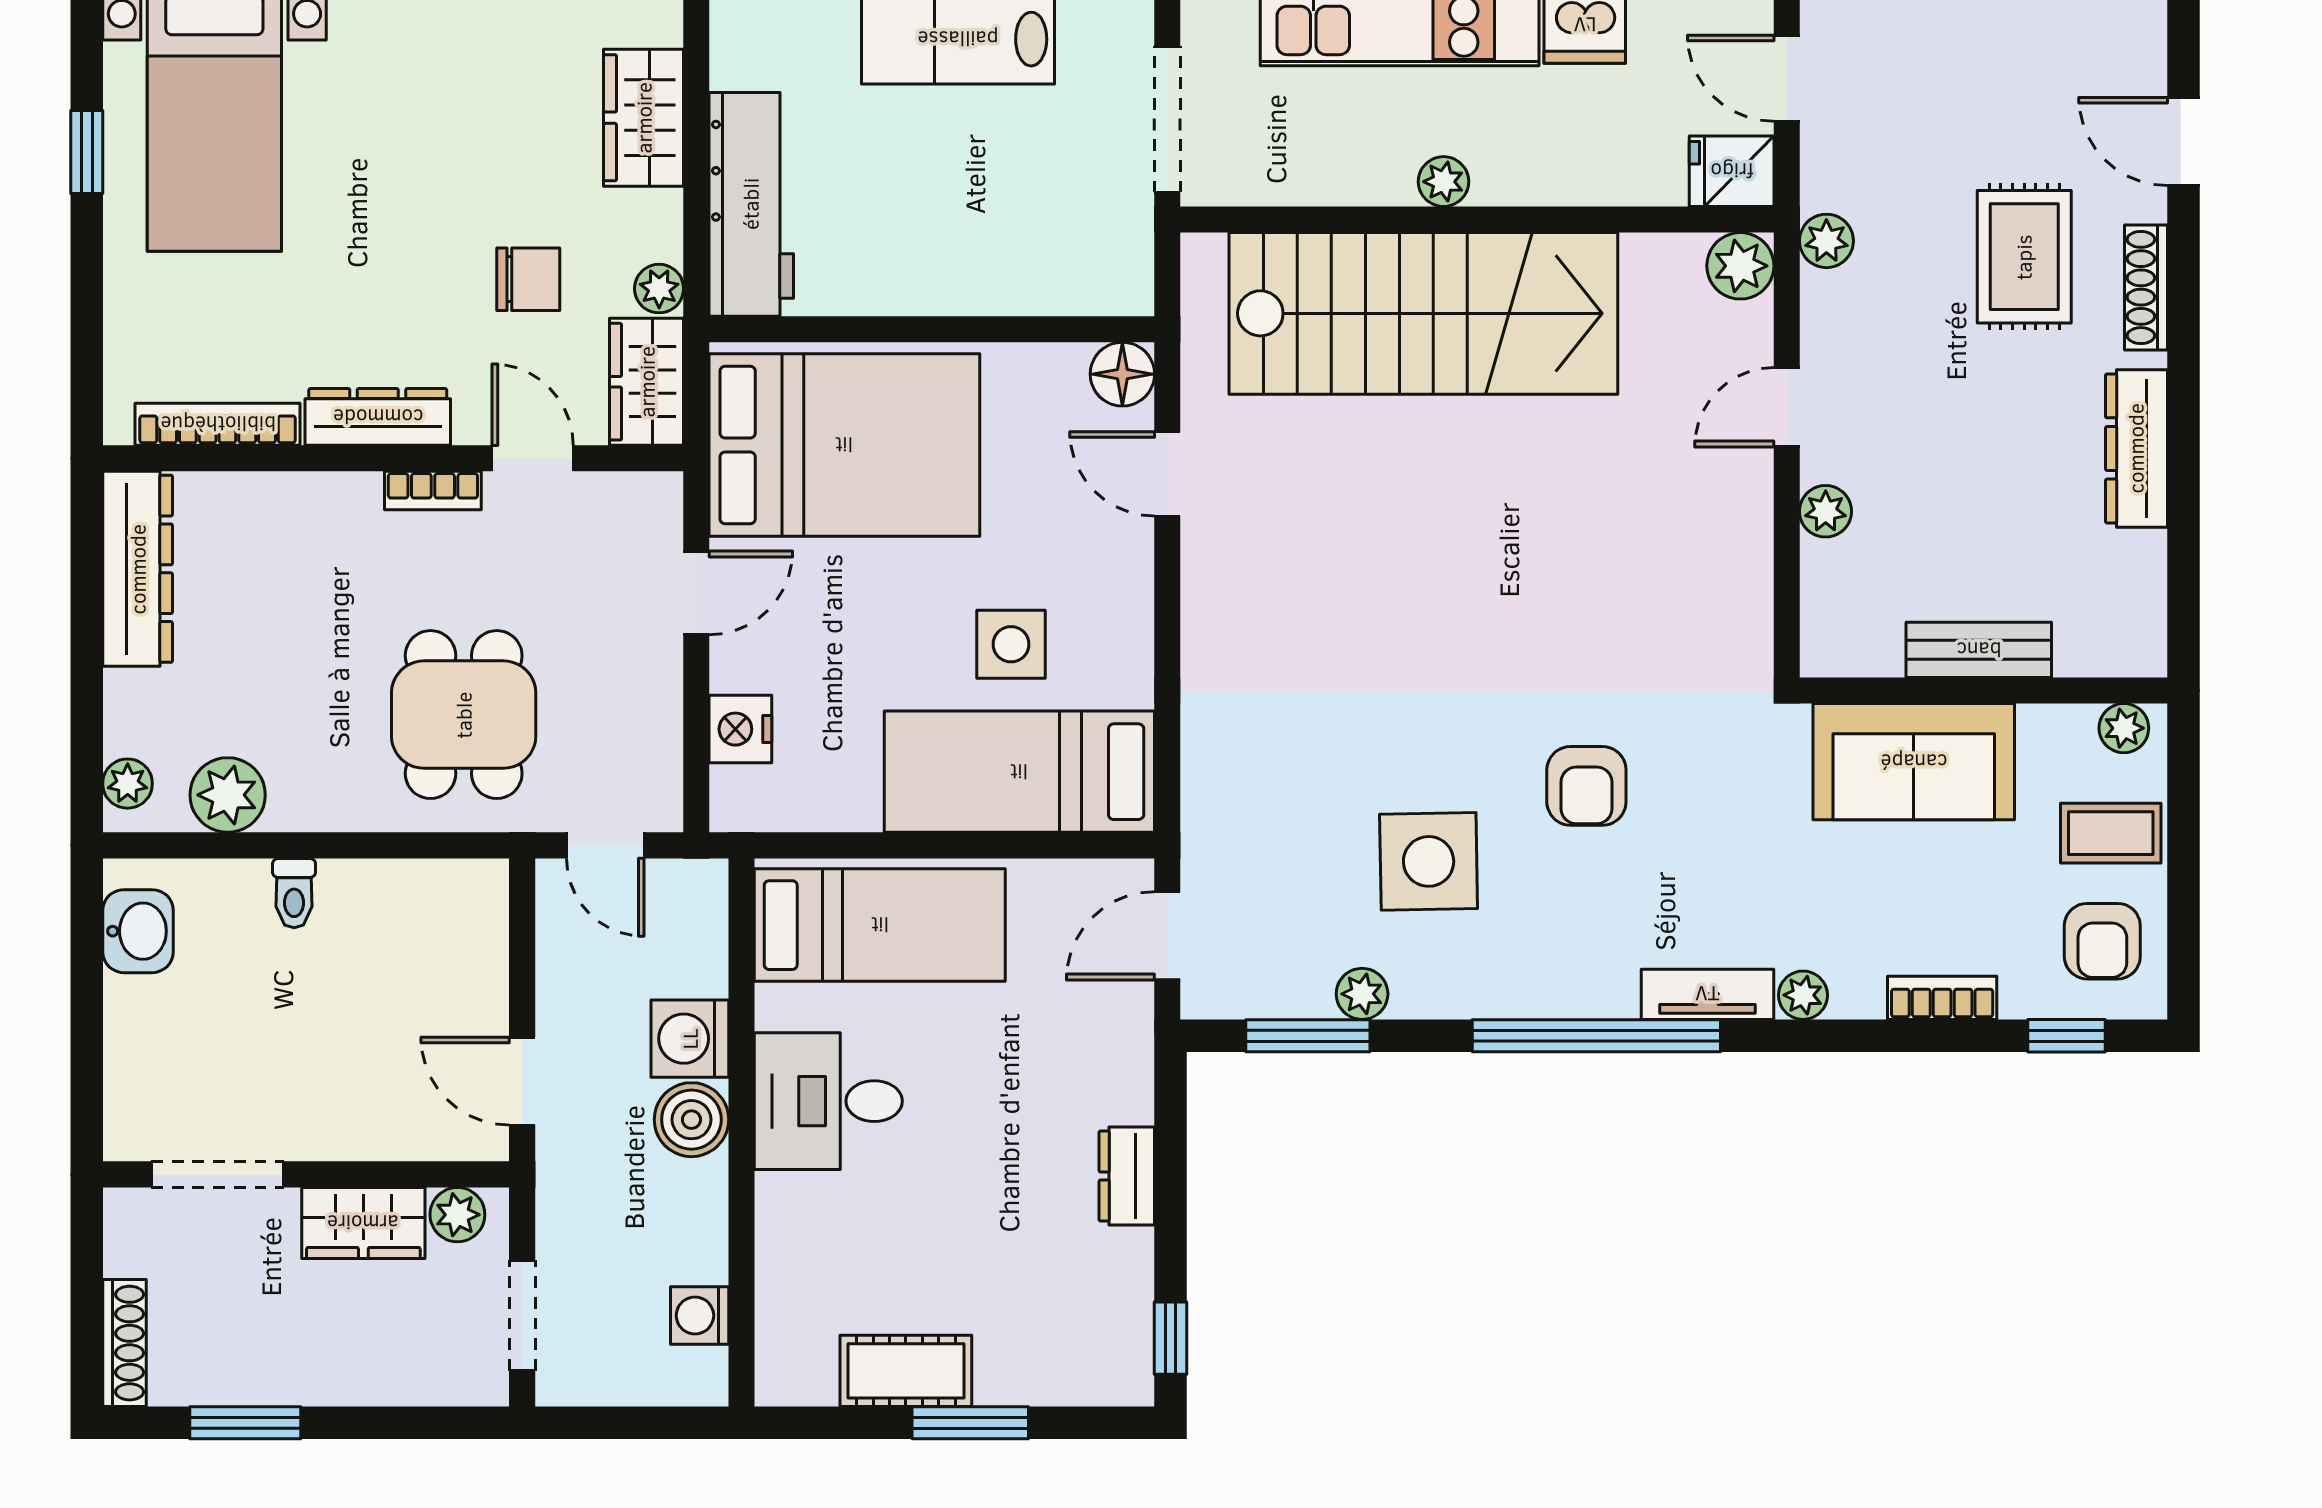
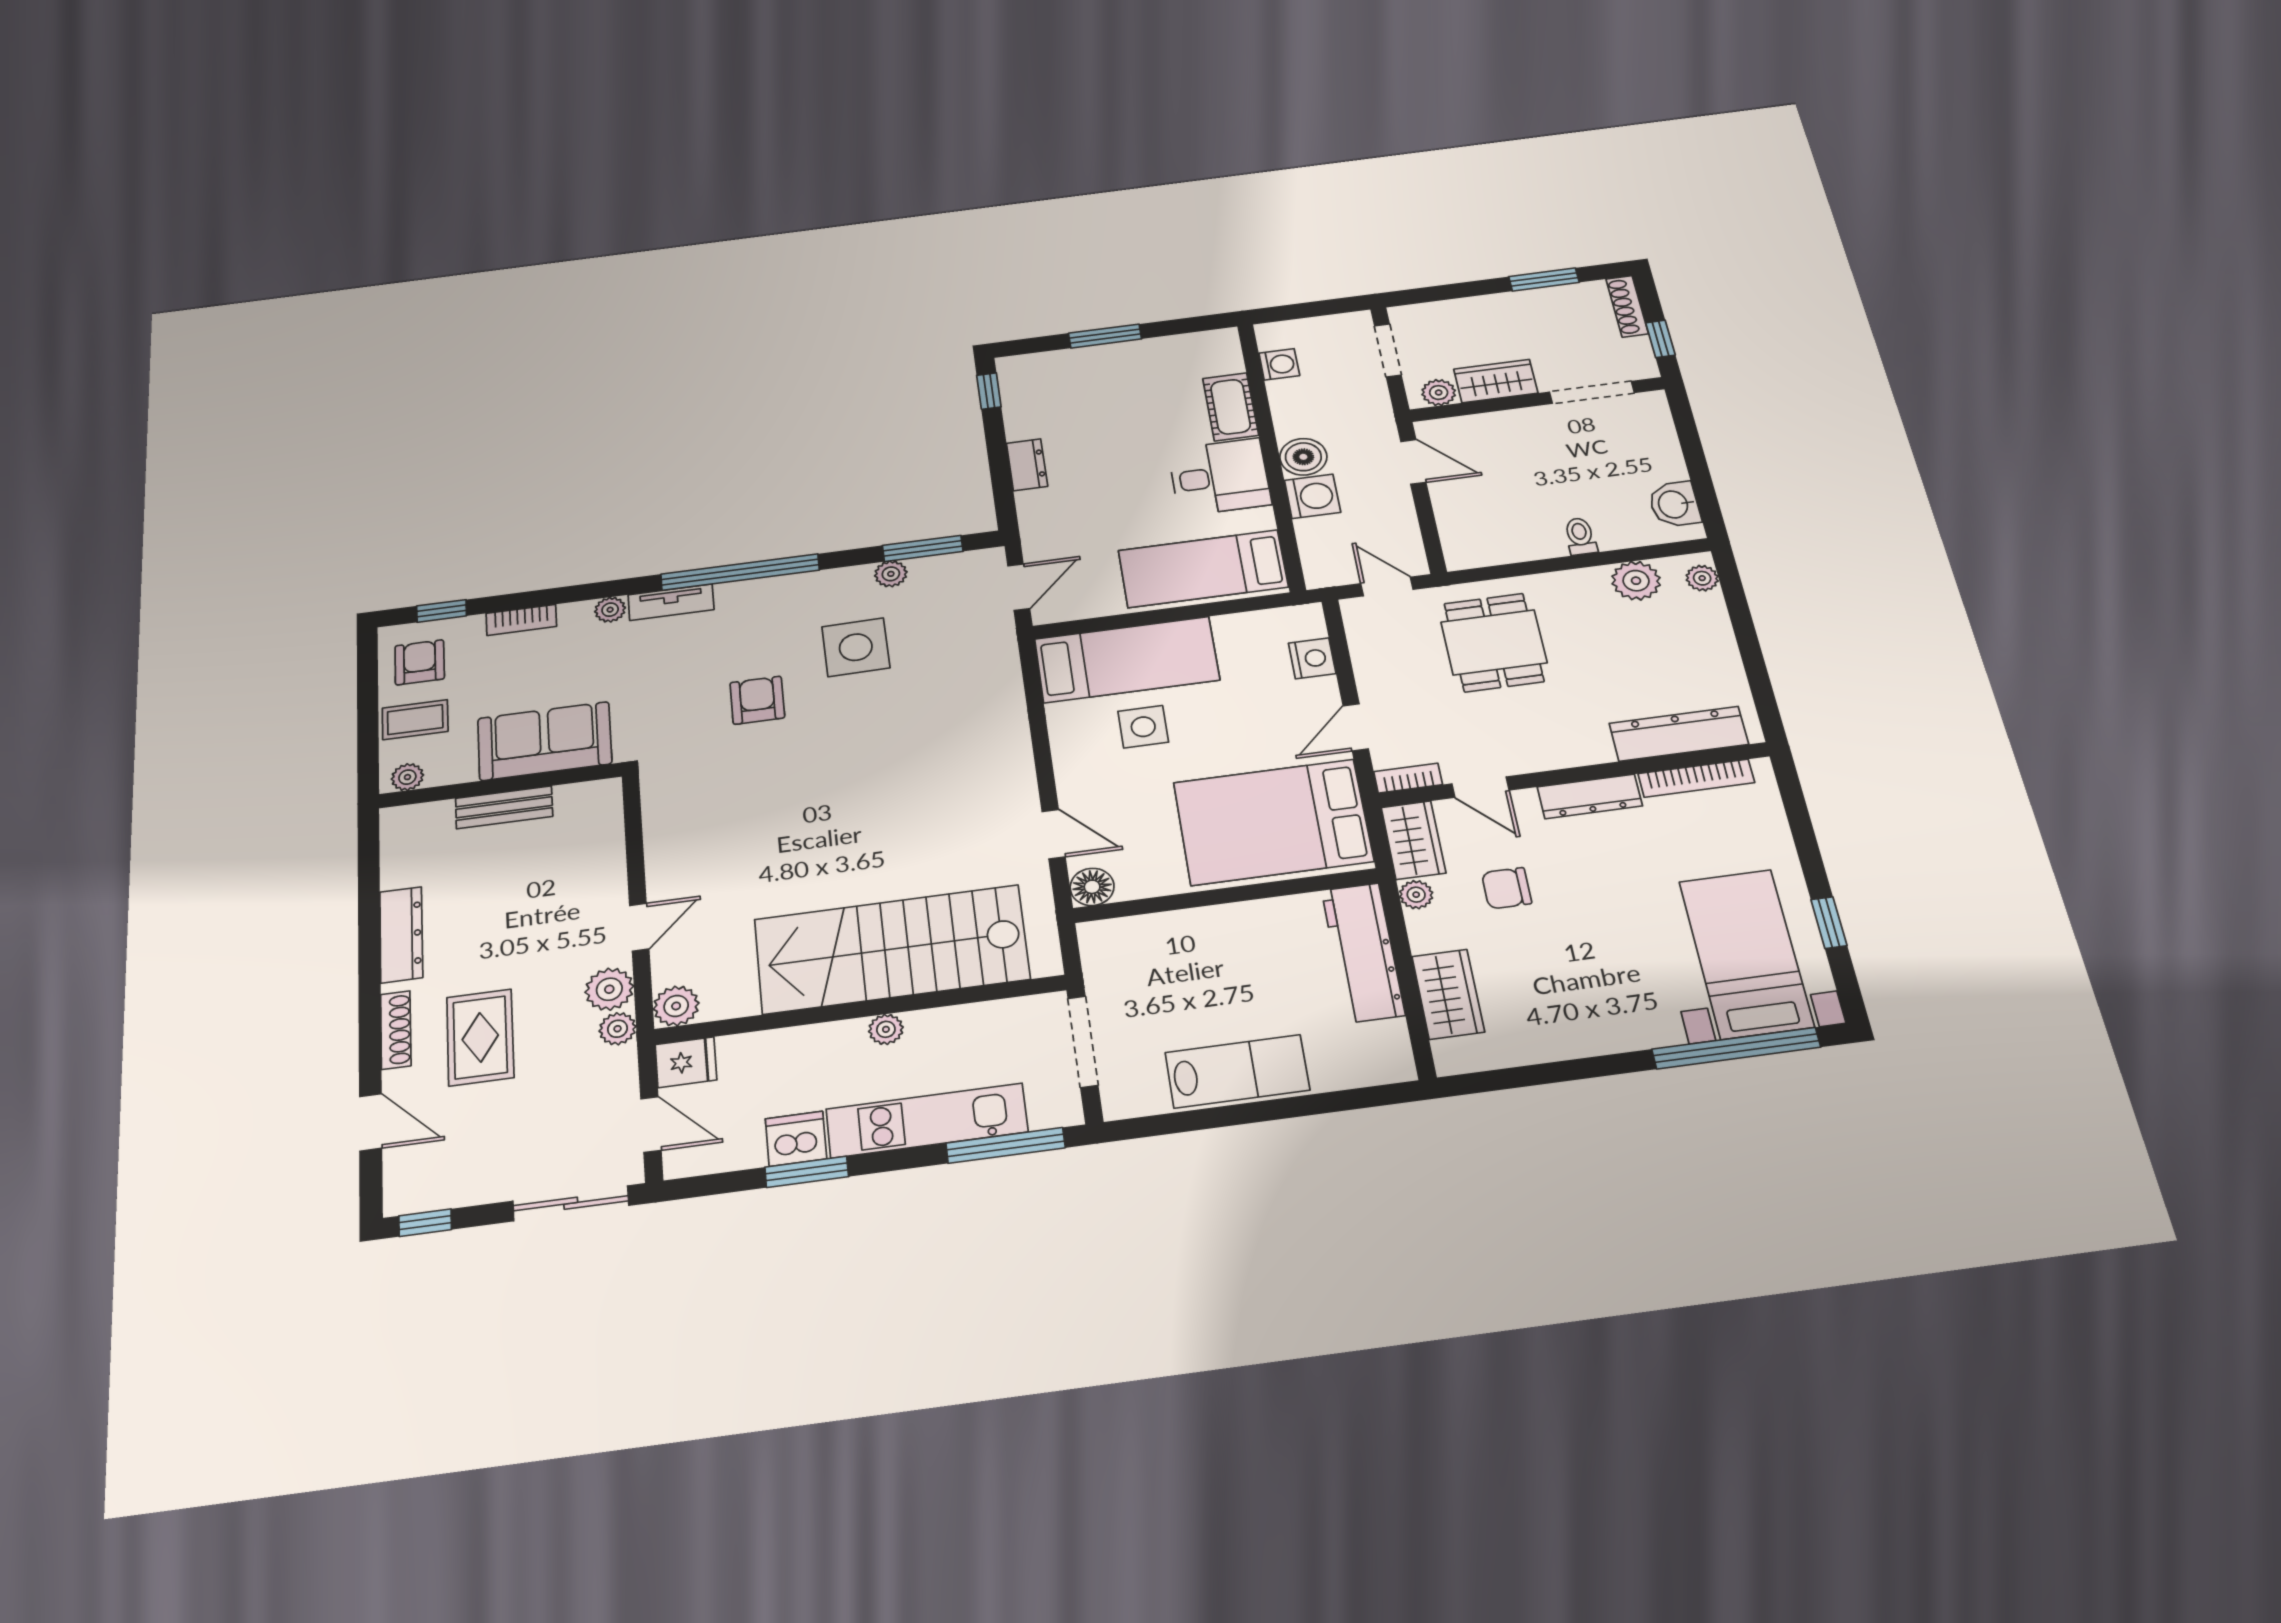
bookcase: (433, 490) -> (1408, 778), moved
plant: (1826, 511) -> (609, 989), moved, width x1.38, depth x1.38
dresser: (138, 569) -> (1679, 734), moved, turned 90
window: (87, 1266) -> (1660, 339), added
cot: (906, 1371) -> (1231, 407), moved, turned 90

